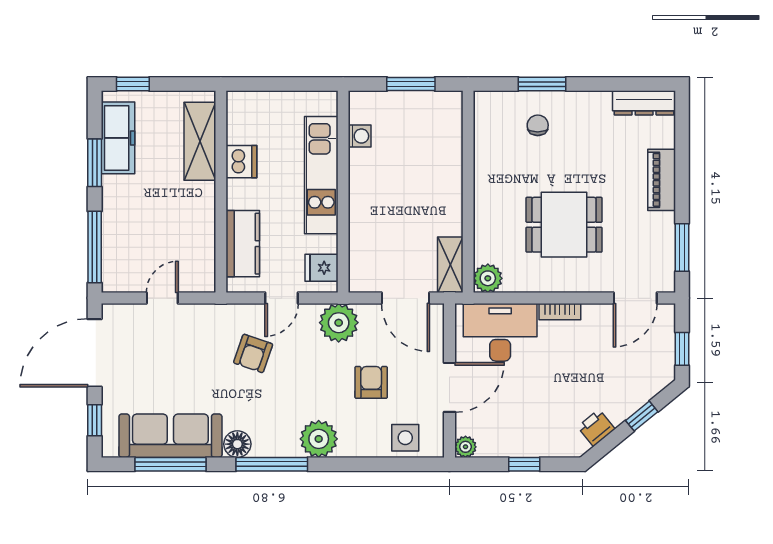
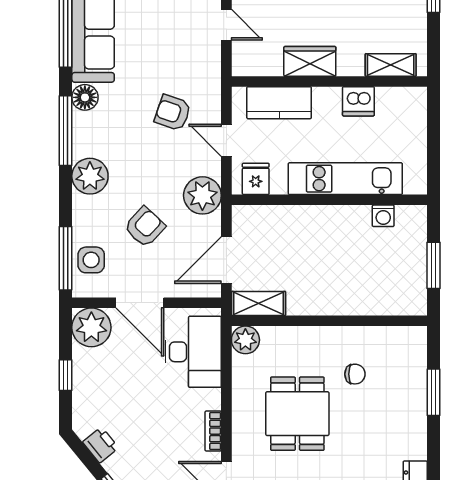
chair: (538, 125) -> (355, 374), moved
shelving: (200, 141) -> (391, 65), width x0.67, depth x0.75
wardrobe: (200, 212) -> (310, 61), added
bookcase: (560, 312) -> (213, 431), moved
armchair: (371, 382) -> (145, 227), turned -47
plant: (466, 447) -> (91, 327), width x1.88, depth x1.88
window: (403, 464) -> (66, 258), added

